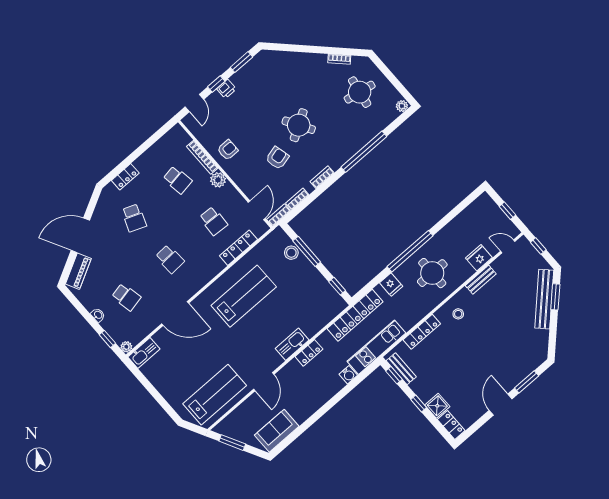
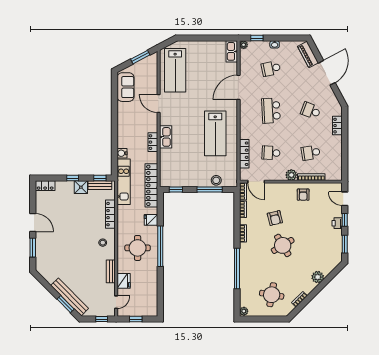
plant: (300, 60) -> (318, 277), added
school desk: (170, 259) -> (271, 111), width x1.85
shower: (437, 406) -> (81, 187), moved

